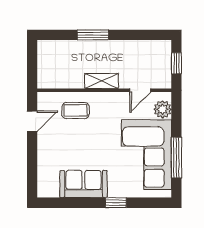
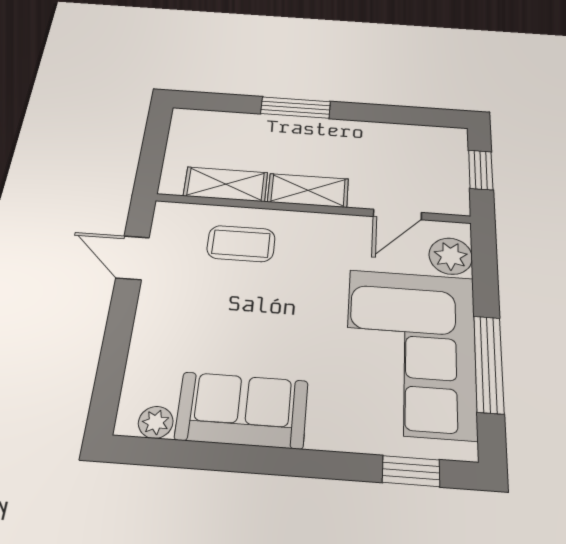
shelving: (66, 81) -> (226, 184), added
door: (32, 121) -> (133, 258), swing flipped
plant: (52, 191) -> (156, 422), added
window: (116, 203) -> (411, 471), moved

